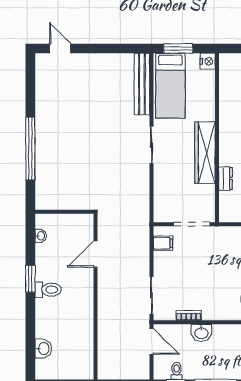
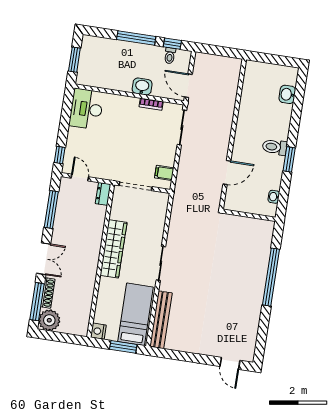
dresser: (226, 179) -> (103, 194), moved

